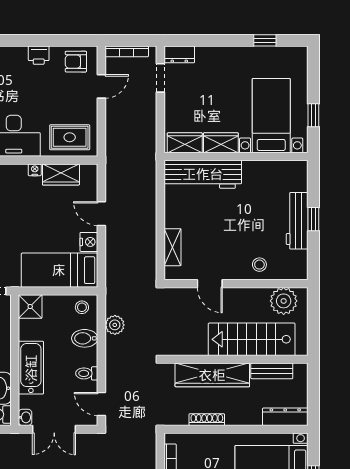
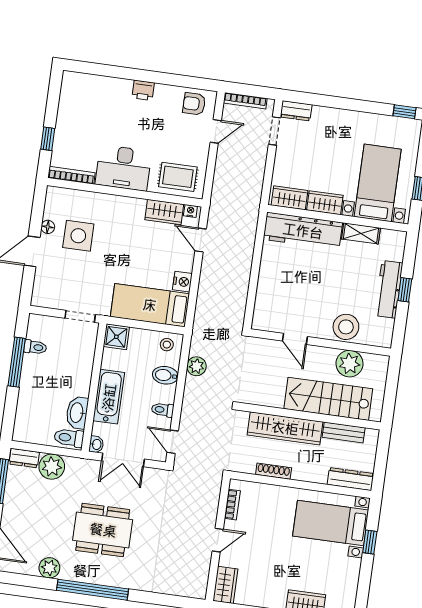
window: (265, 40) -> (404, 112), moved
printer: (39, 55) -> (143, 90), moved
nightstand: (35, 170) -> (190, 211), moved
door: (101, 214) -> (201, 240), moved
shelving: (172, 247) -> (361, 233), moved, turned 90
stool: (259, 265) -> (346, 327), width x1.89, depth x1.89
plant: (284, 301) -> (349, 364), moved

